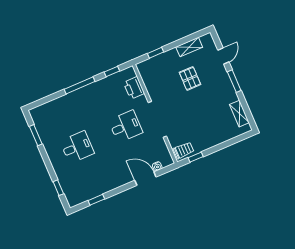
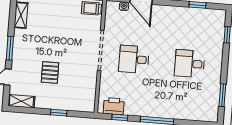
shelving: (189, 47) -> (21, 101), moved
window: (156, 53) -> (59, 113), moved
printer: (134, 88) -> (114, 106), moved, turned -90

